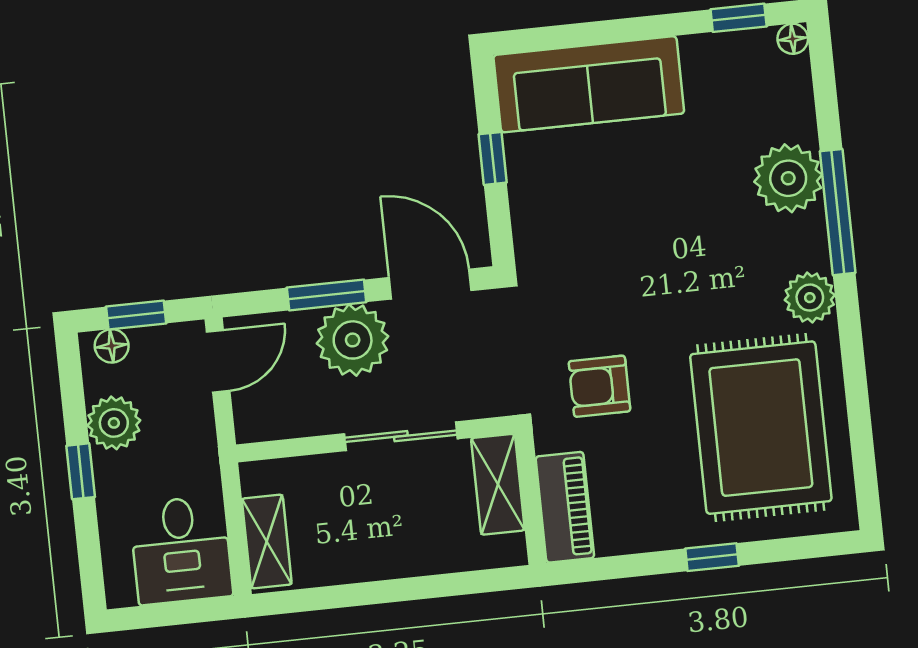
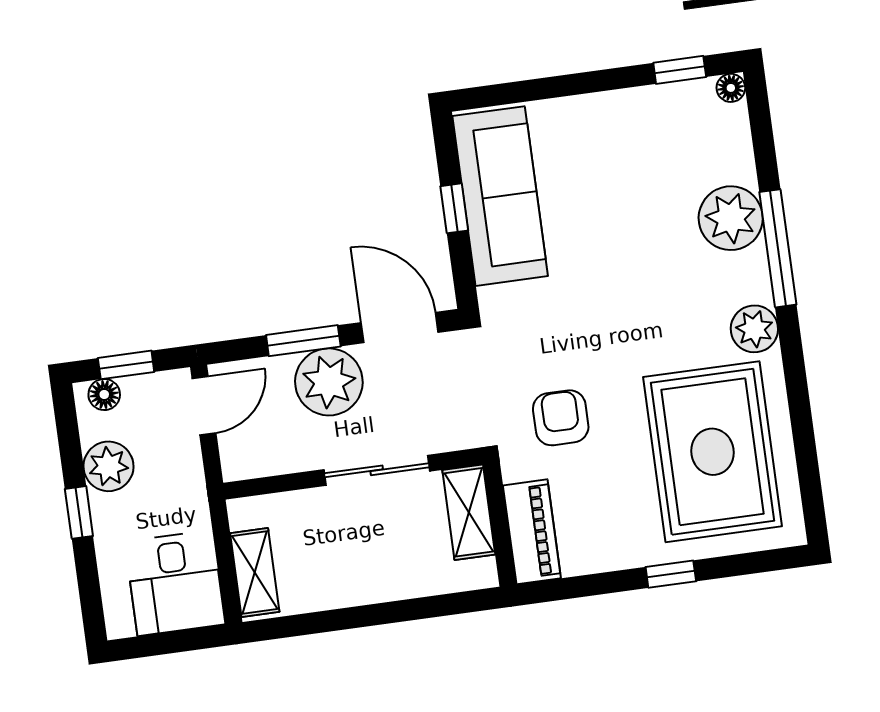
sofa: (589, 84) -> (500, 196), moved, turned -90
armchair: (599, 386) -> (561, 418), turned 90

